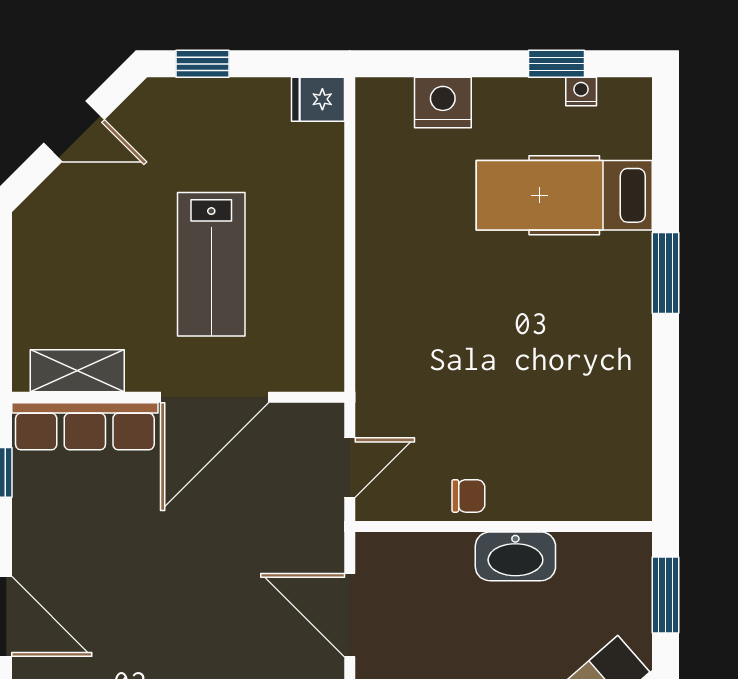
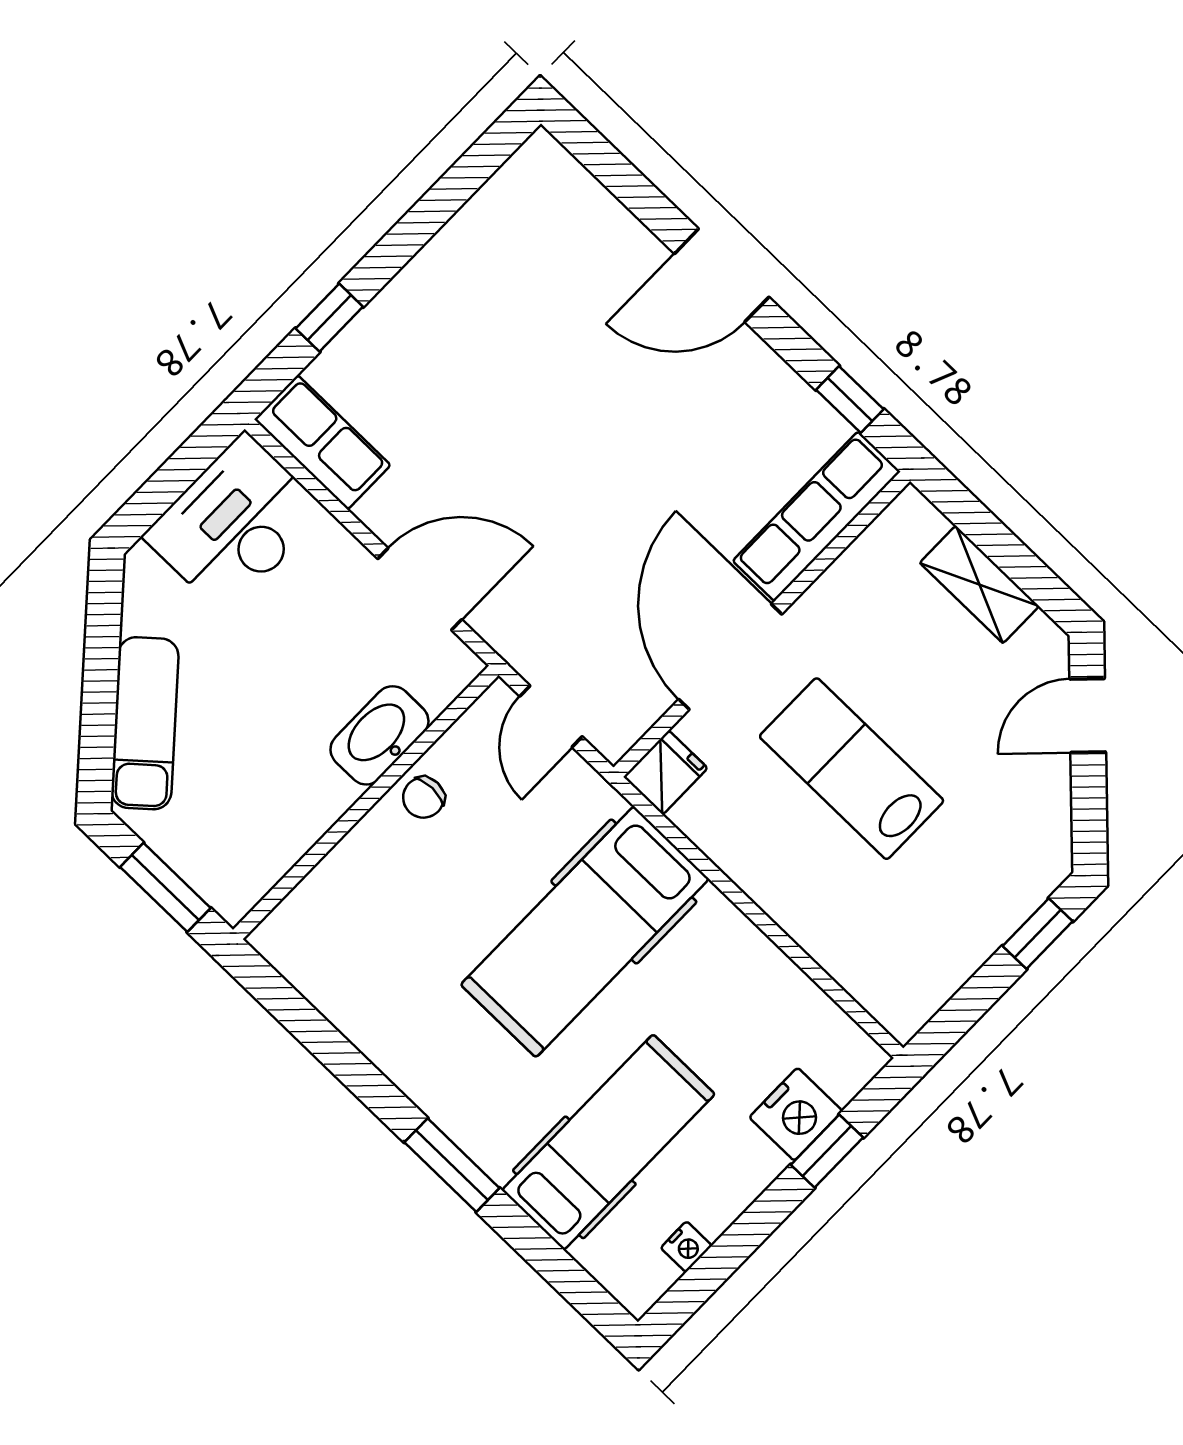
window: (556, 64) -> (827, 1151), moved
fridge: (318, 99) -> (665, 773), moved
door: (74, 131) -> (1088, 716), moved
hospital bed: (456, 327) -> (585, 932), added
shelving: (77, 371) -> (979, 584), moved, turned 90
washbasin: (515, 556) -> (379, 735), moved

